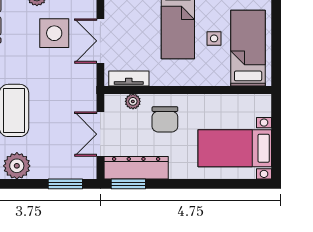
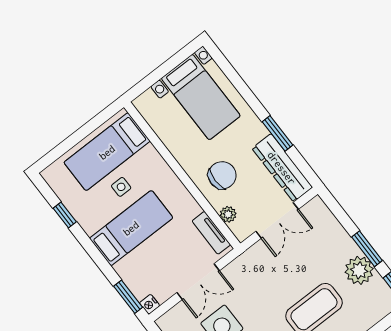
window: (65, 184) -> (367, 249), moved
window: (128, 184) -> (277, 133), moved

